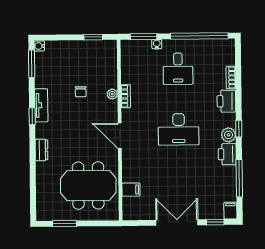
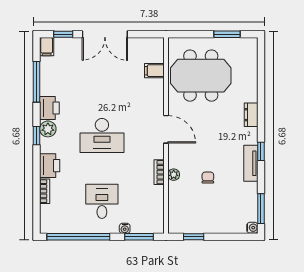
desk: (179, 129) -> (102, 136), turned 180

